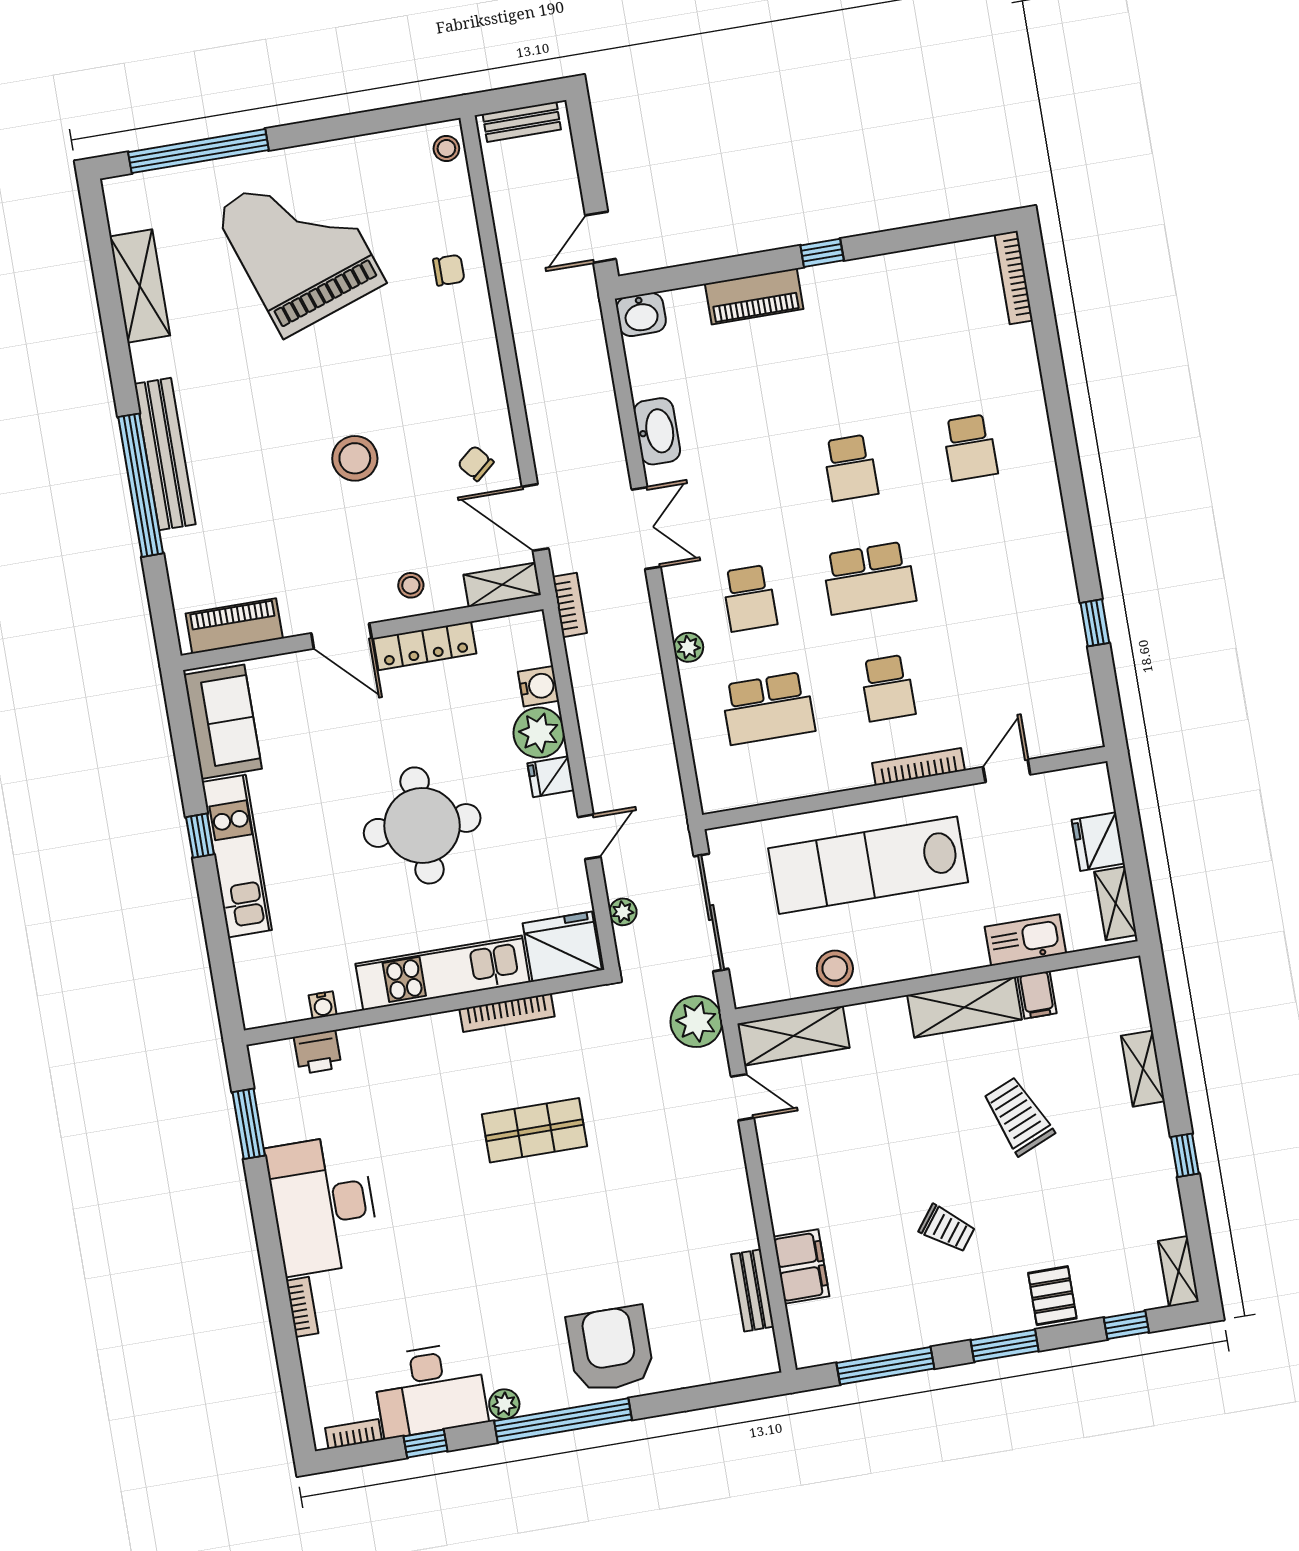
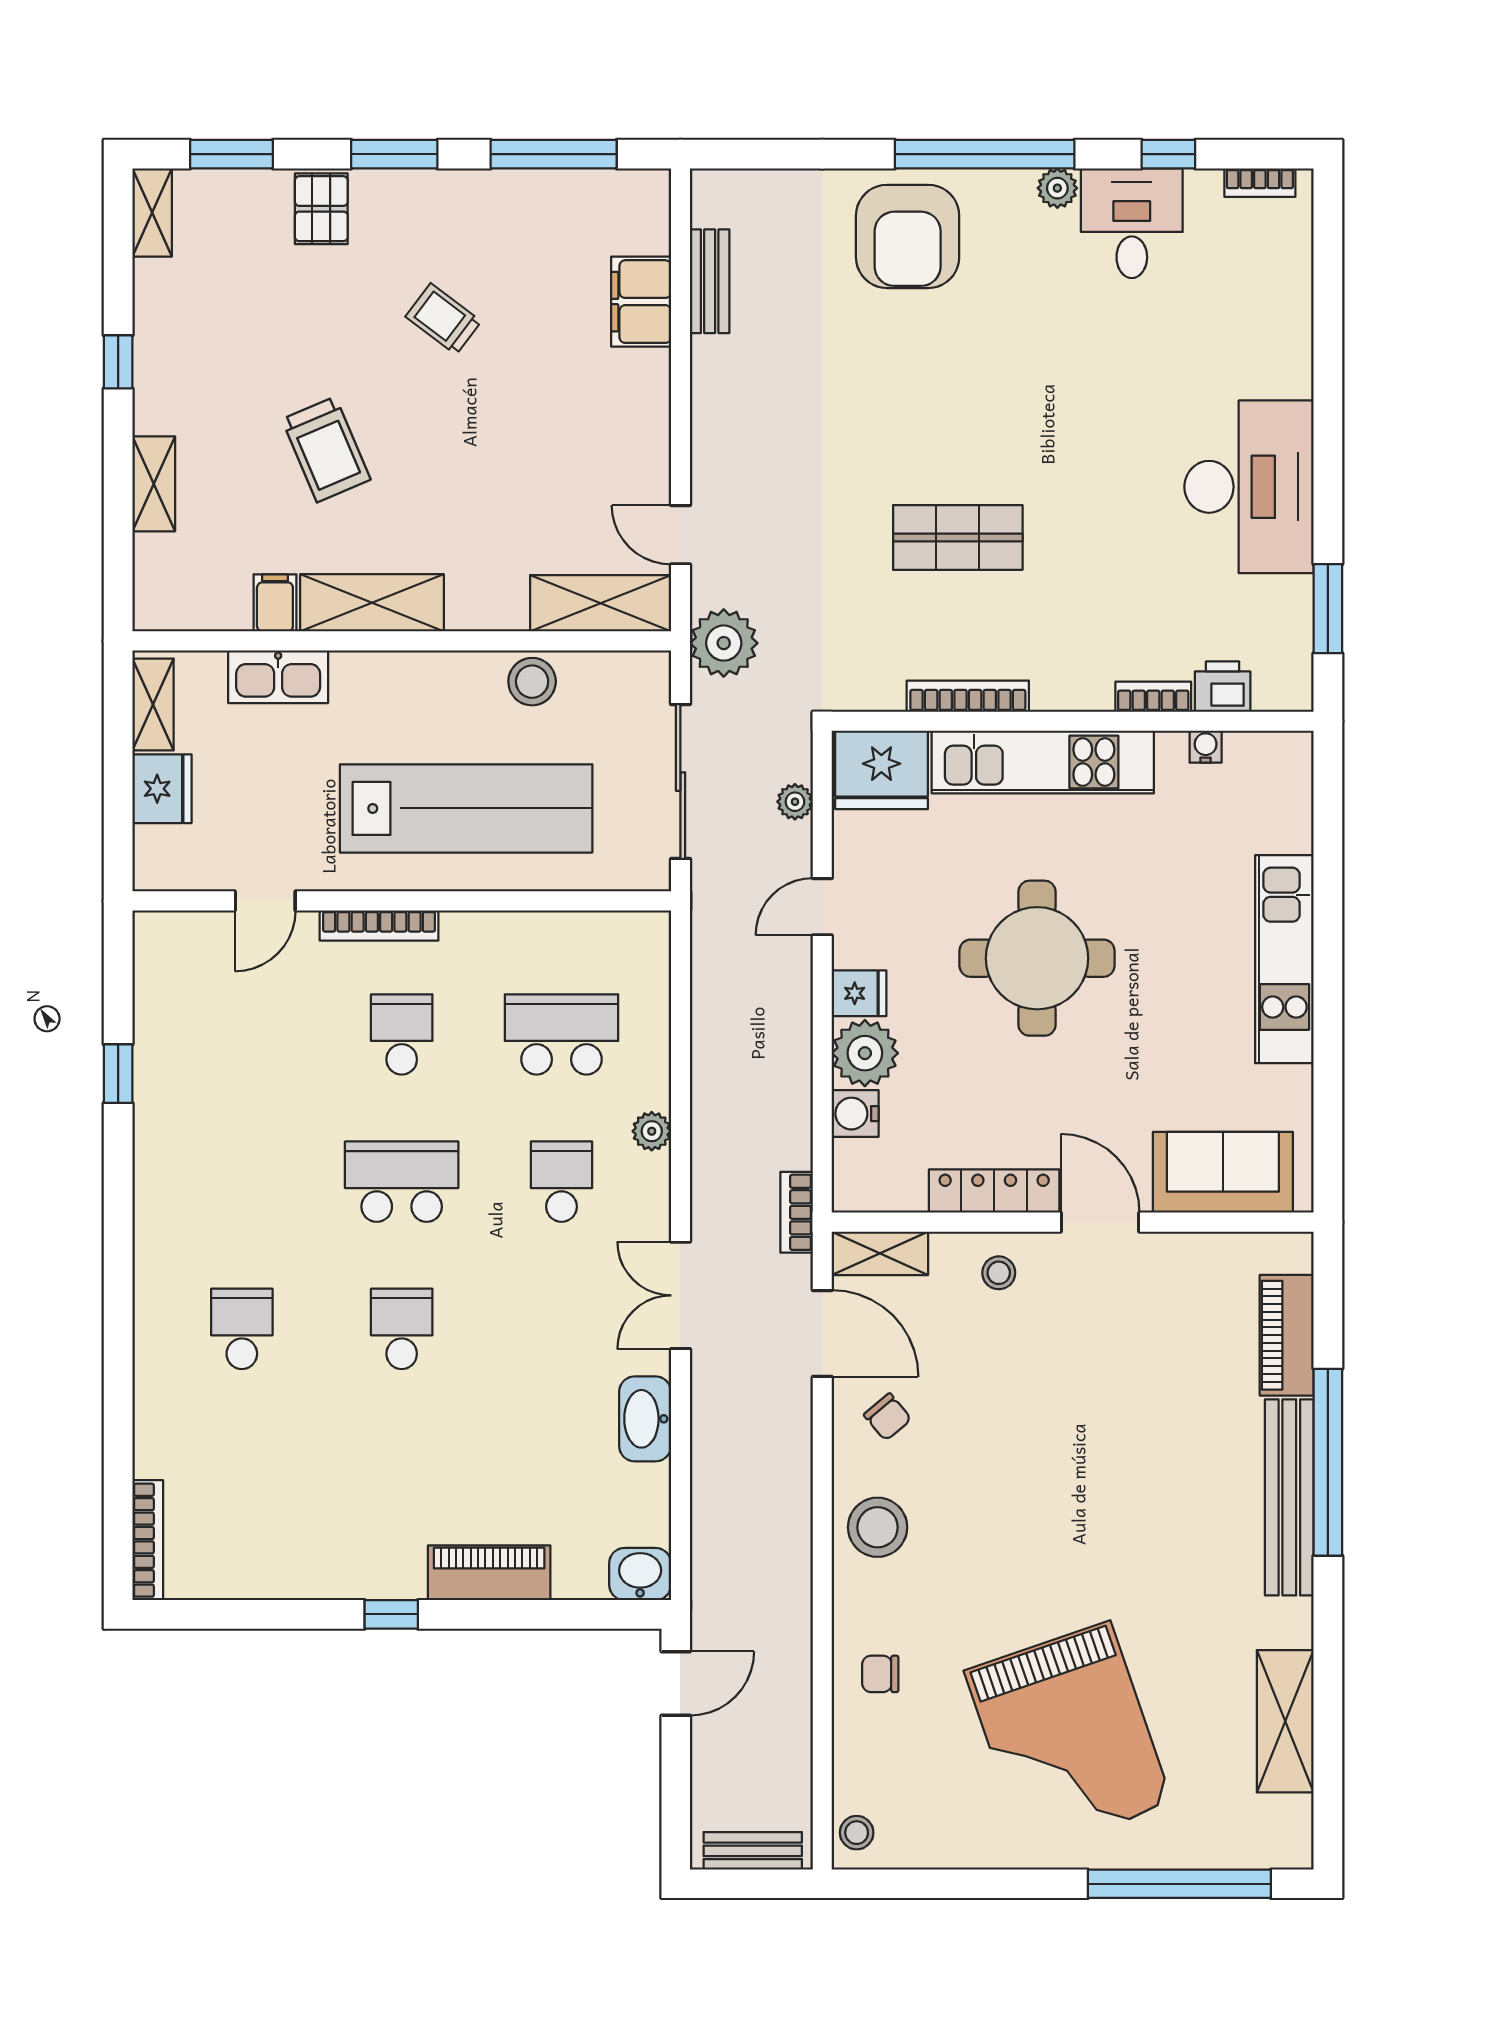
stool: (355, 458) -> (878, 1527), moved
piano: (234, 626) -> (1287, 1335), moved, turned 90
sofa: (223, 722) -> (1223, 1172), moved, turned 90
window: (200, 836) -> (1328, 994), removed
bookcase: (302, 1307) -> (1153, 697), moved, turned 90
window: (1126, 1325) -> (232, 154), width x1.50
desk: (430, 1390) -> (1132, 223), width x0.73

